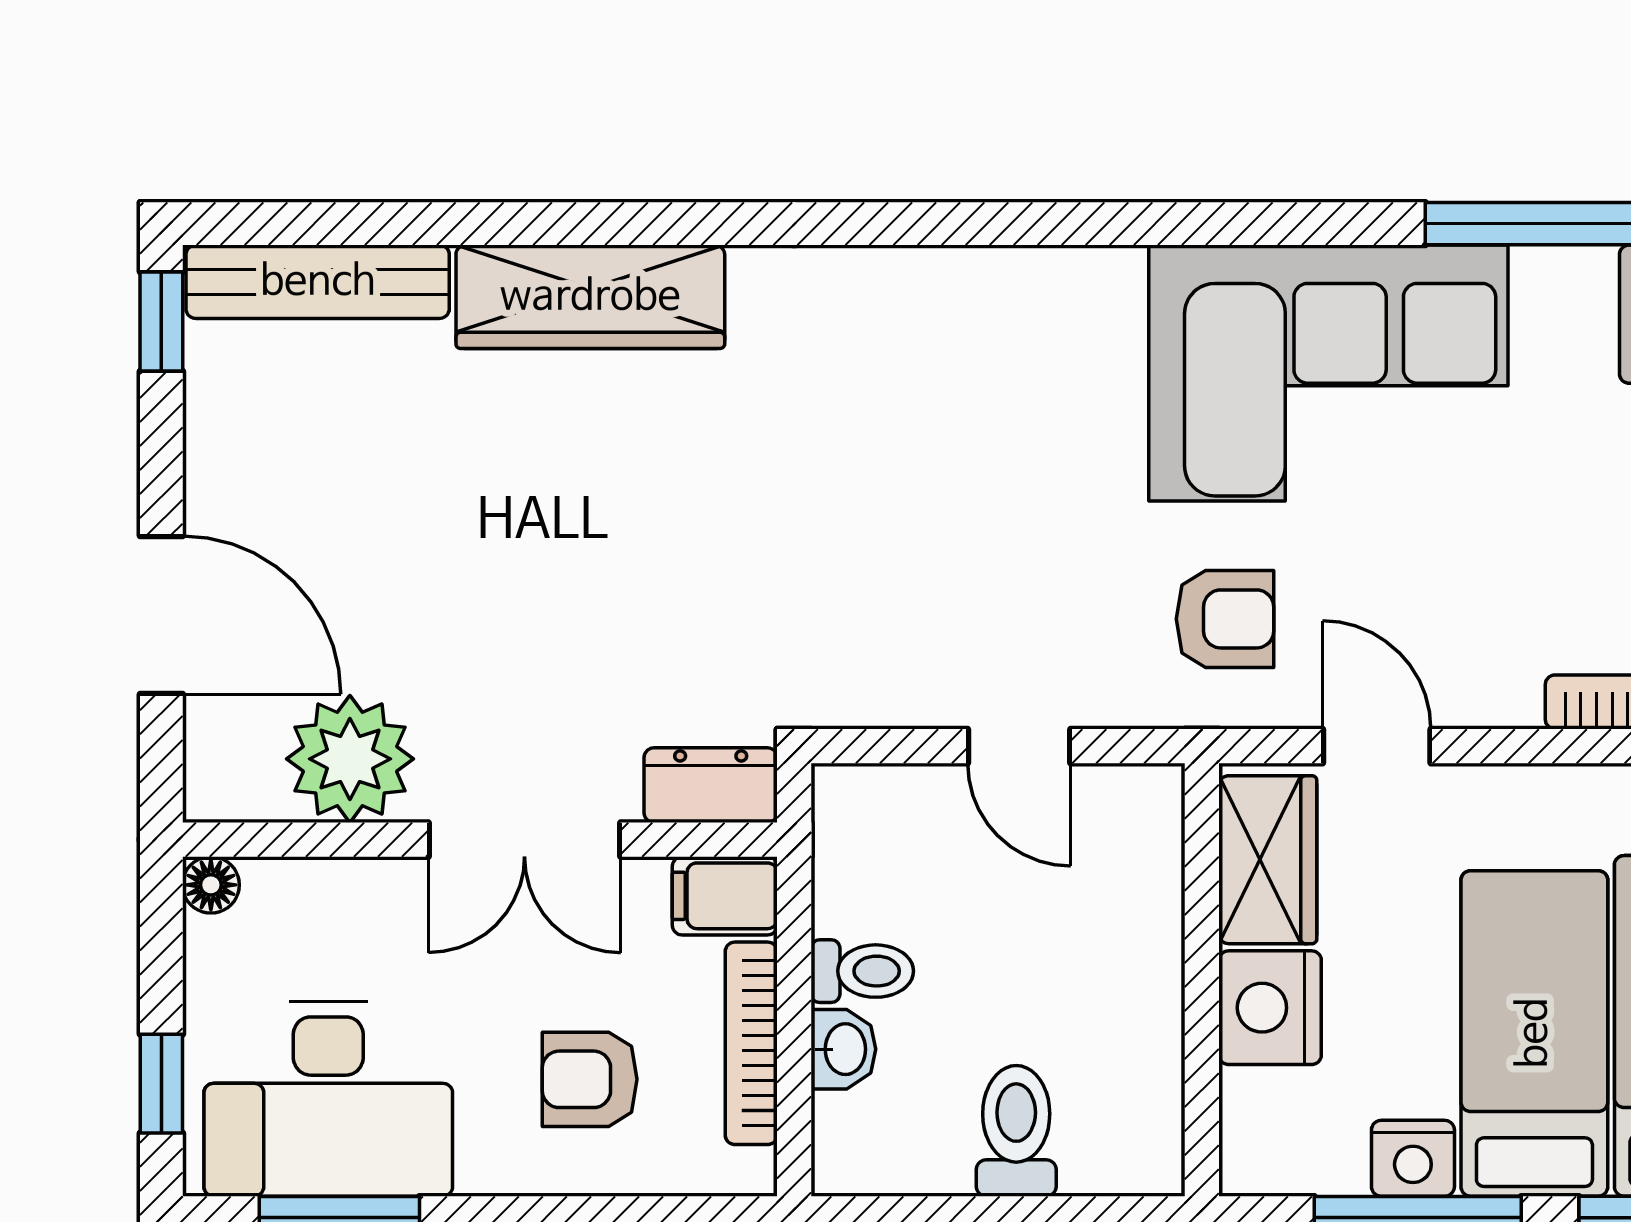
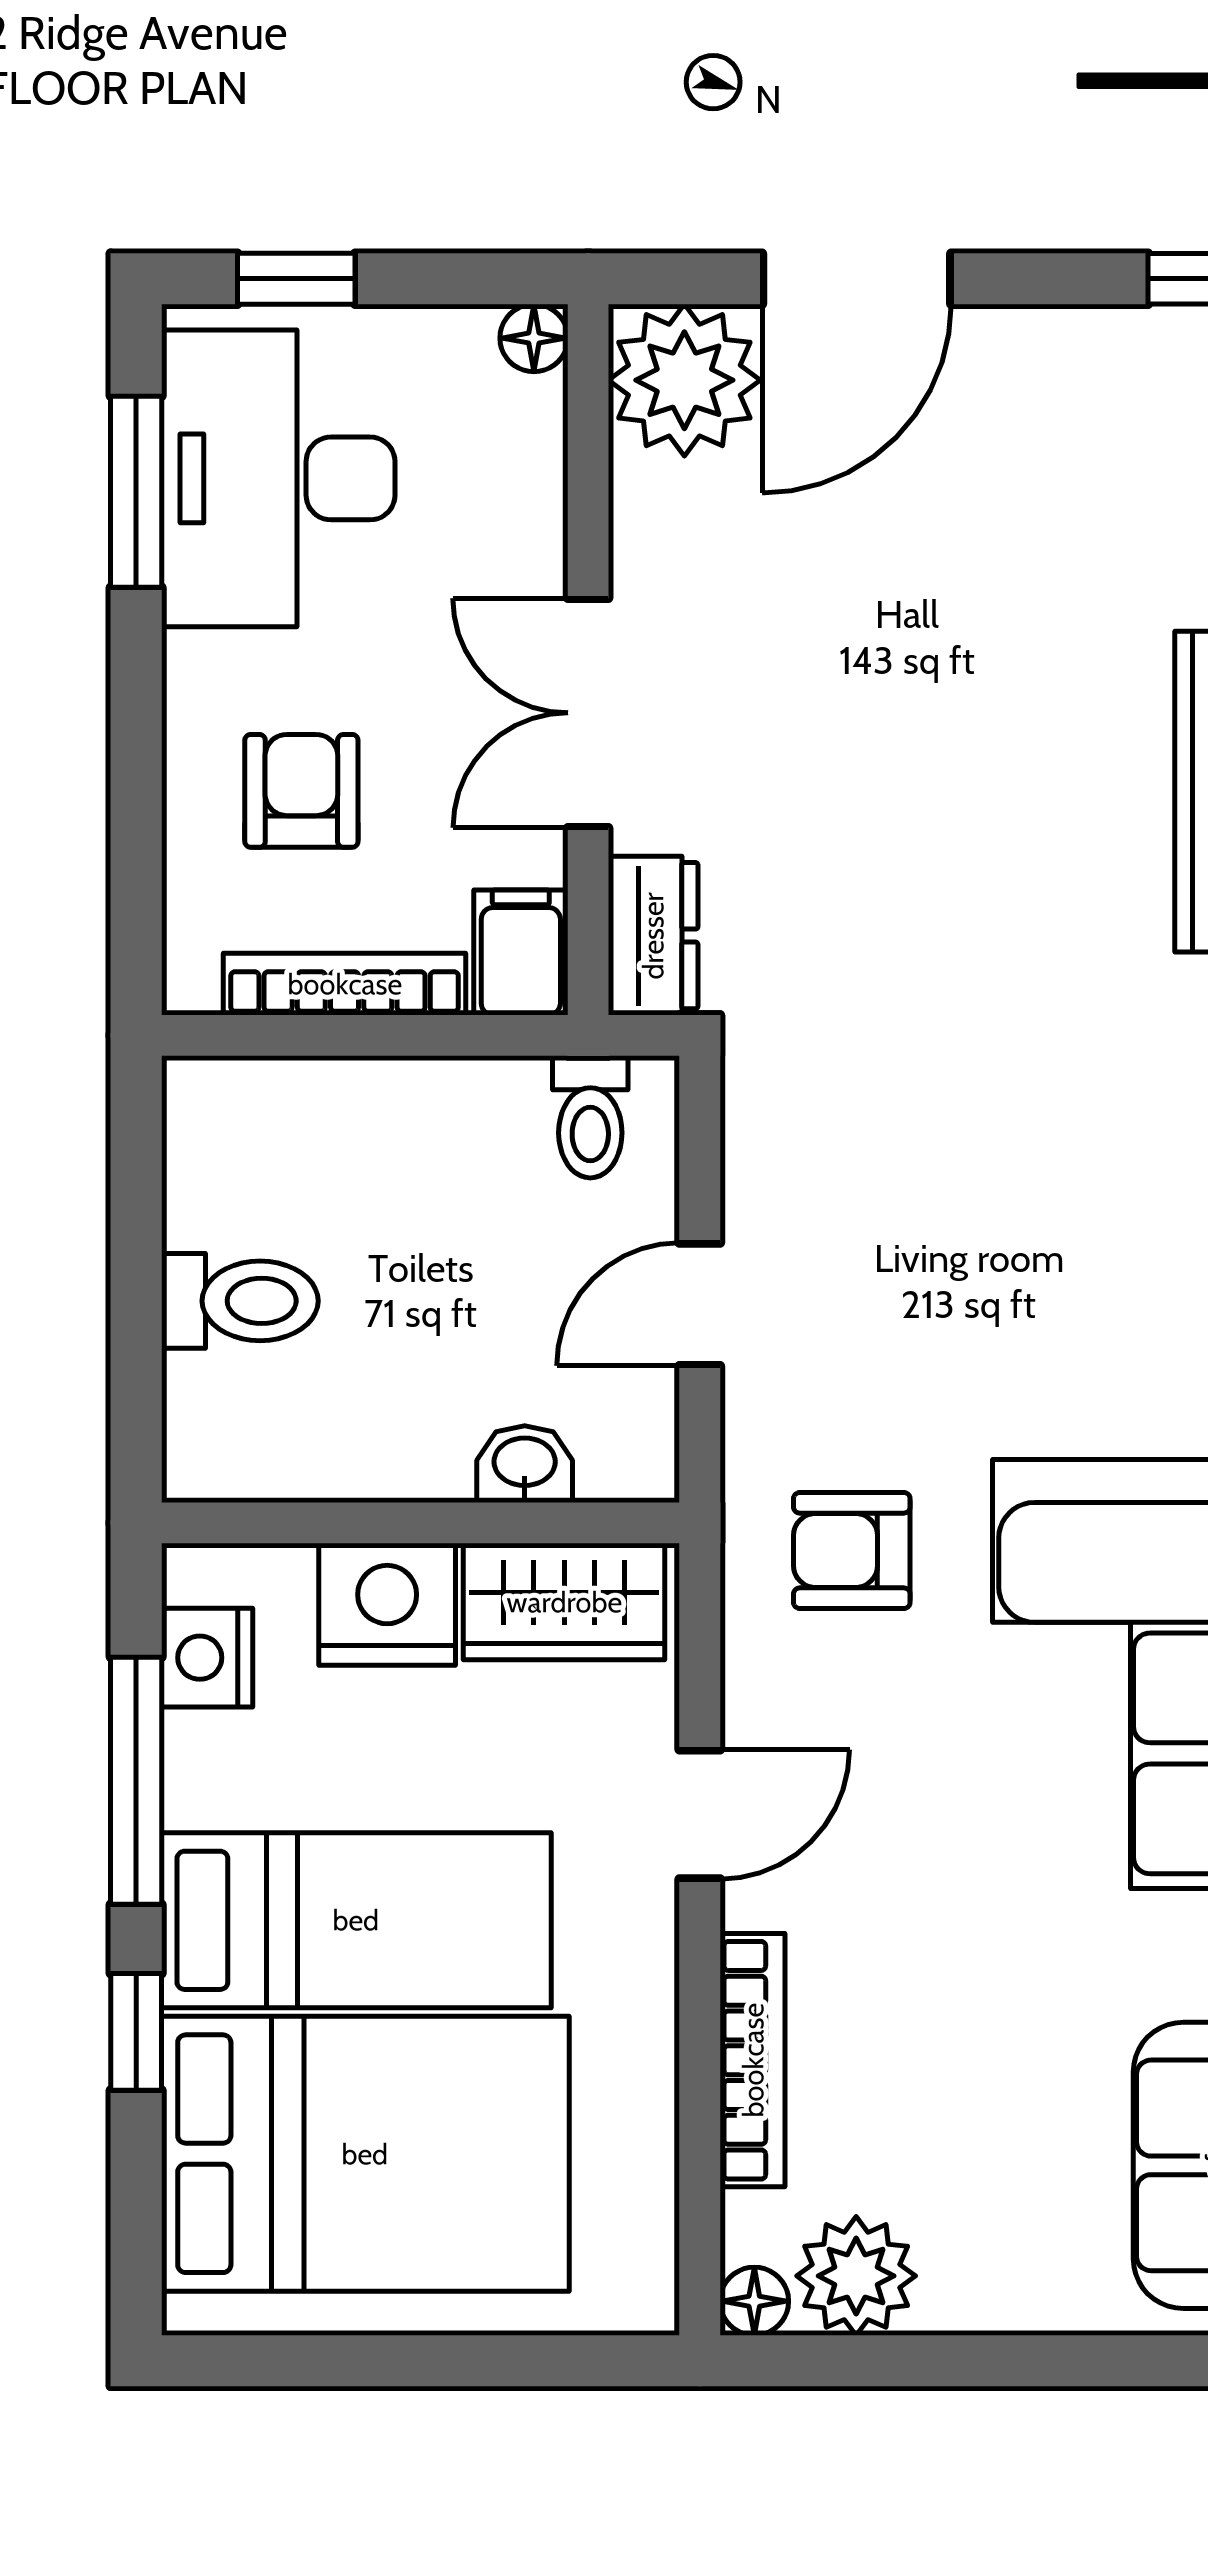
armchair: (1225, 619) -> (852, 1550), turned 90
door: (1377, 746) -> (700, 1814), moved
plant: (350, 759) -> (684, 380), moved
toilet: (862, 971) -> (590, 1117), moved
washbasin: (843, 1049) -> (525, 1464), moved, turned 180
nightstand: (1413, 1158) -> (207, 1658), moved

